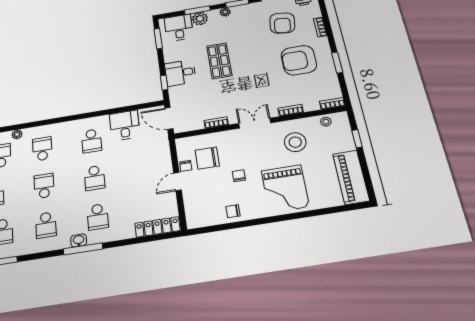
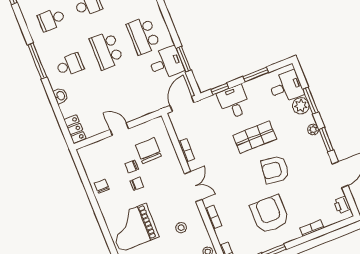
armchair: (282, 23) -> (275, 170), moved
window: (158, 39) -> (256, 74), moved
window: (126, 109) -> (184, 59), added
school desk: (91, 141) -> (143, 36), width x1.85
stool: (295, 142) -> (181, 228), width x0.53, depth x0.53
chair: (186, 166) -> (132, 166), moved
school desk: (94, 178) -> (107, 50), width x1.85
school desk: (98, 217) -> (70, 65), turned 180
locker: (157, 227) -> (75, 129), width x0.66
washbasin: (79, 240) -> (60, 96), moved

